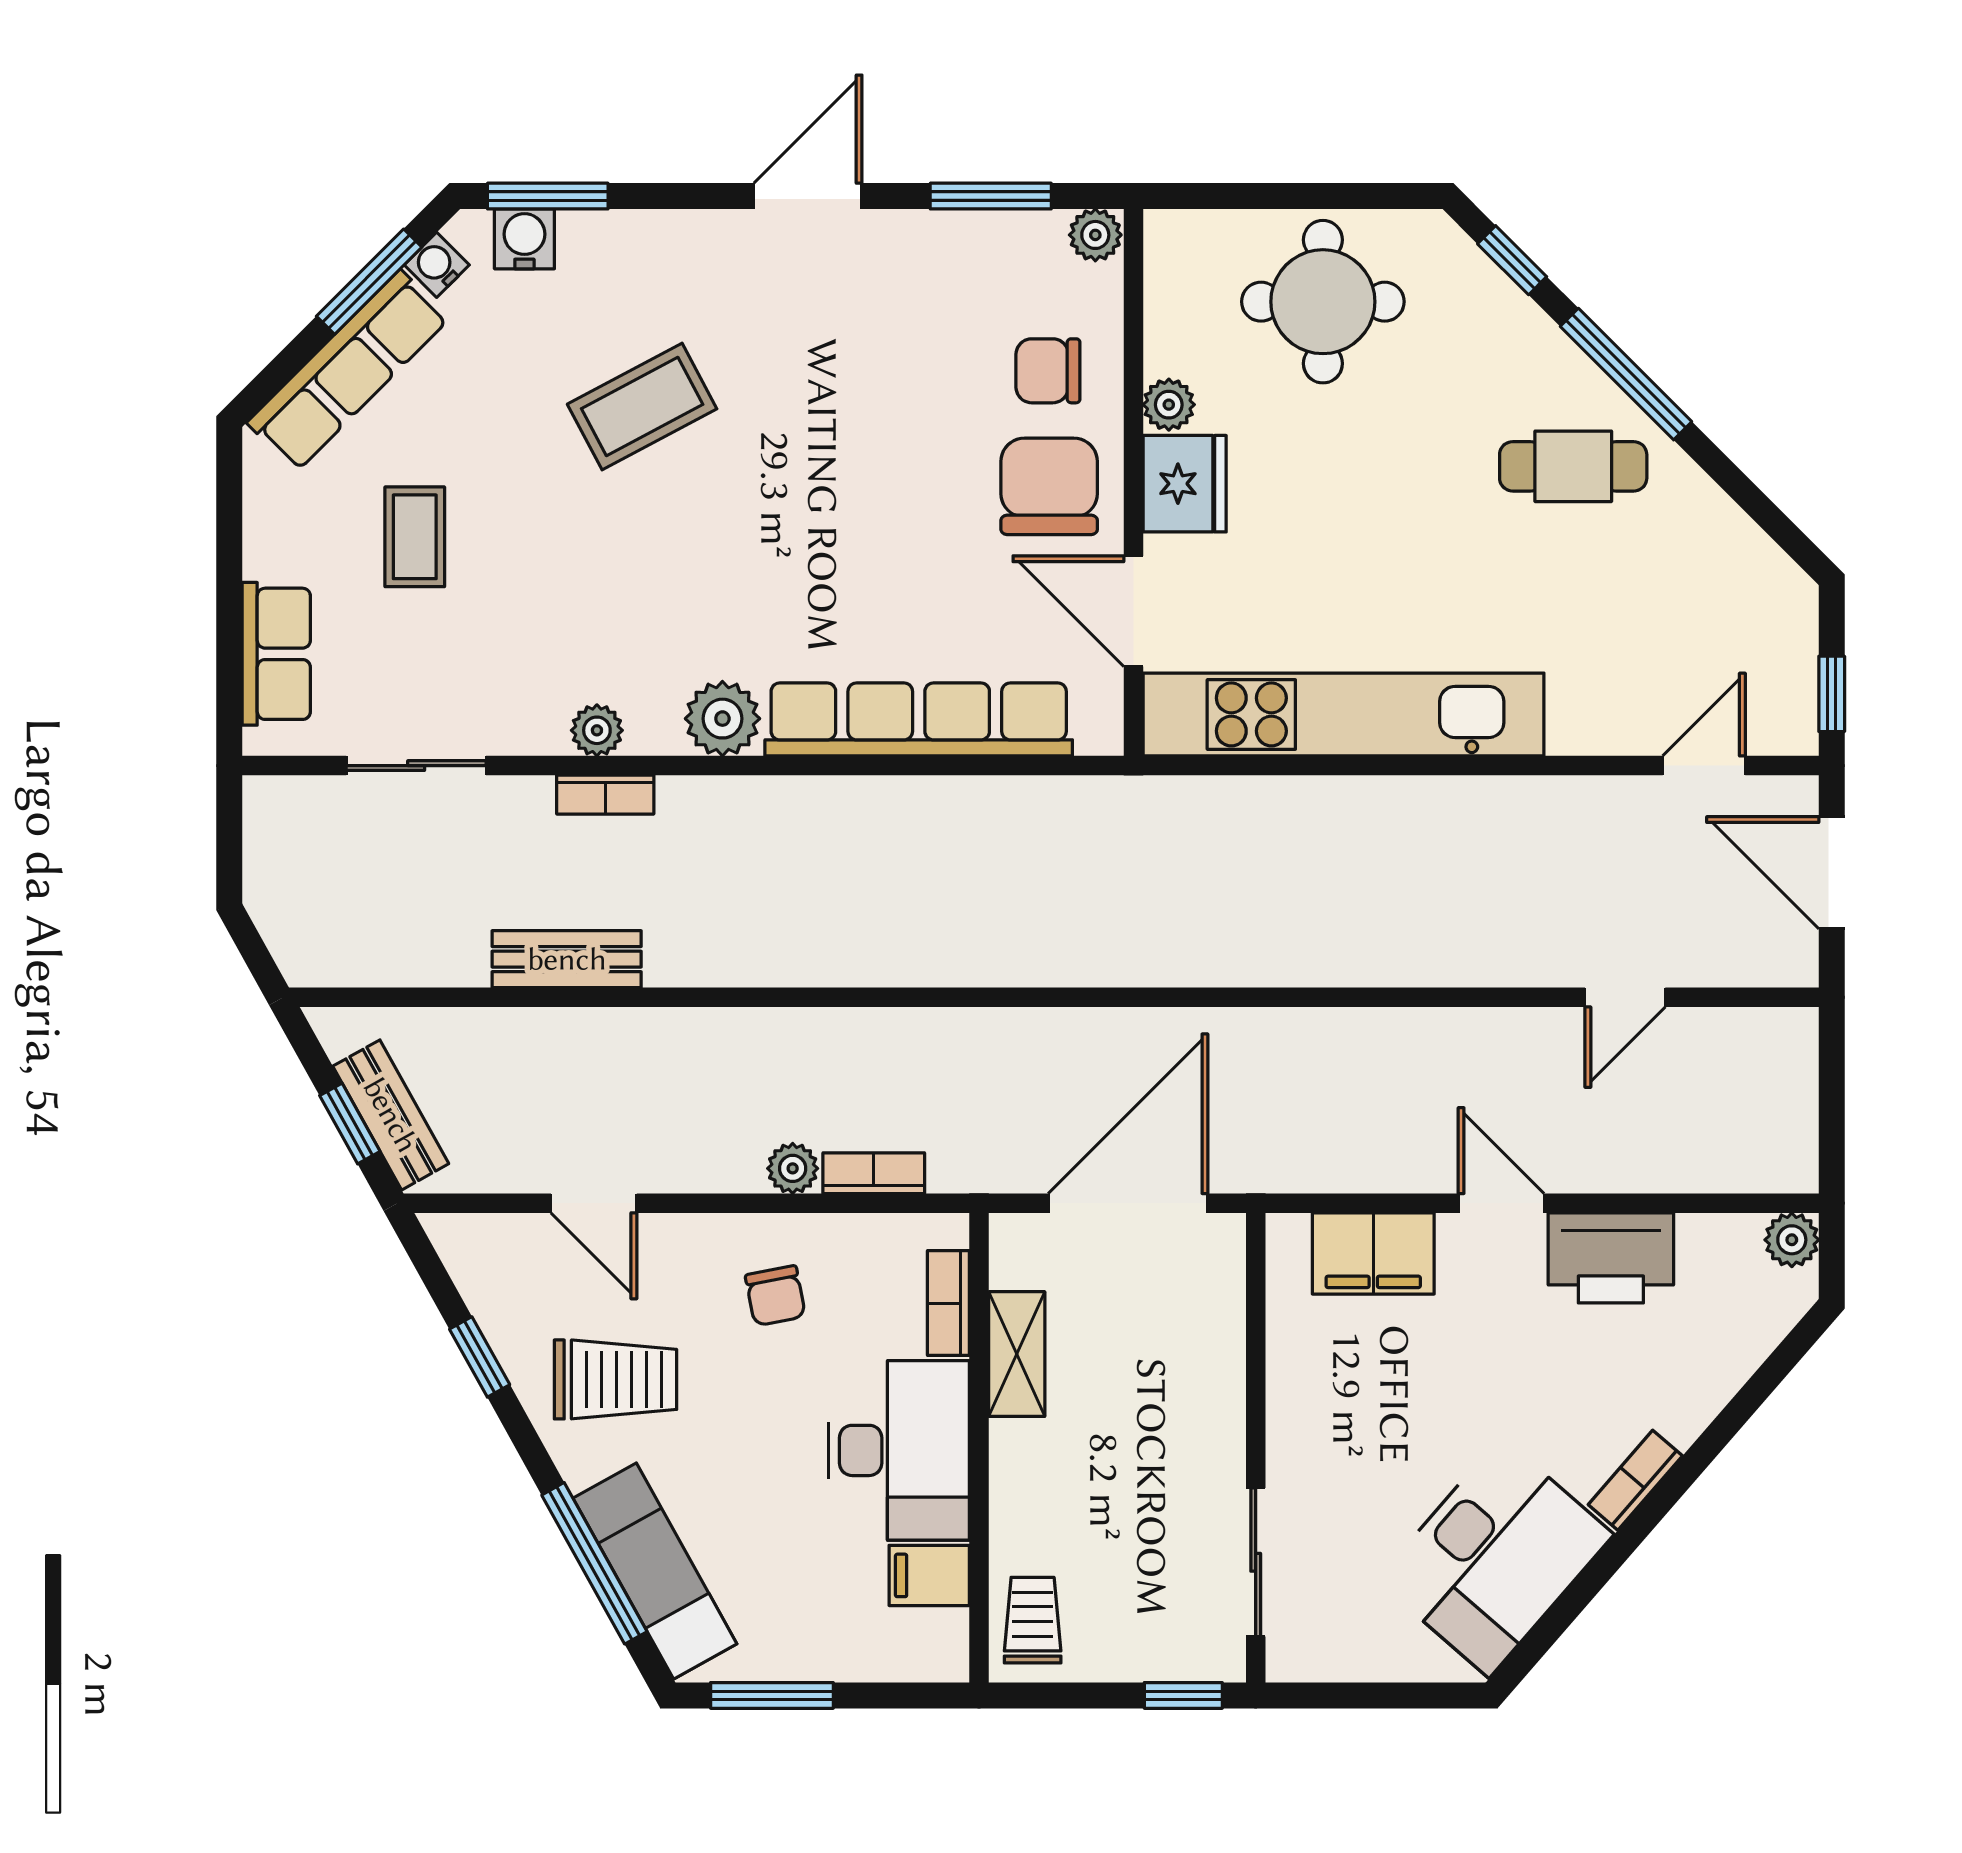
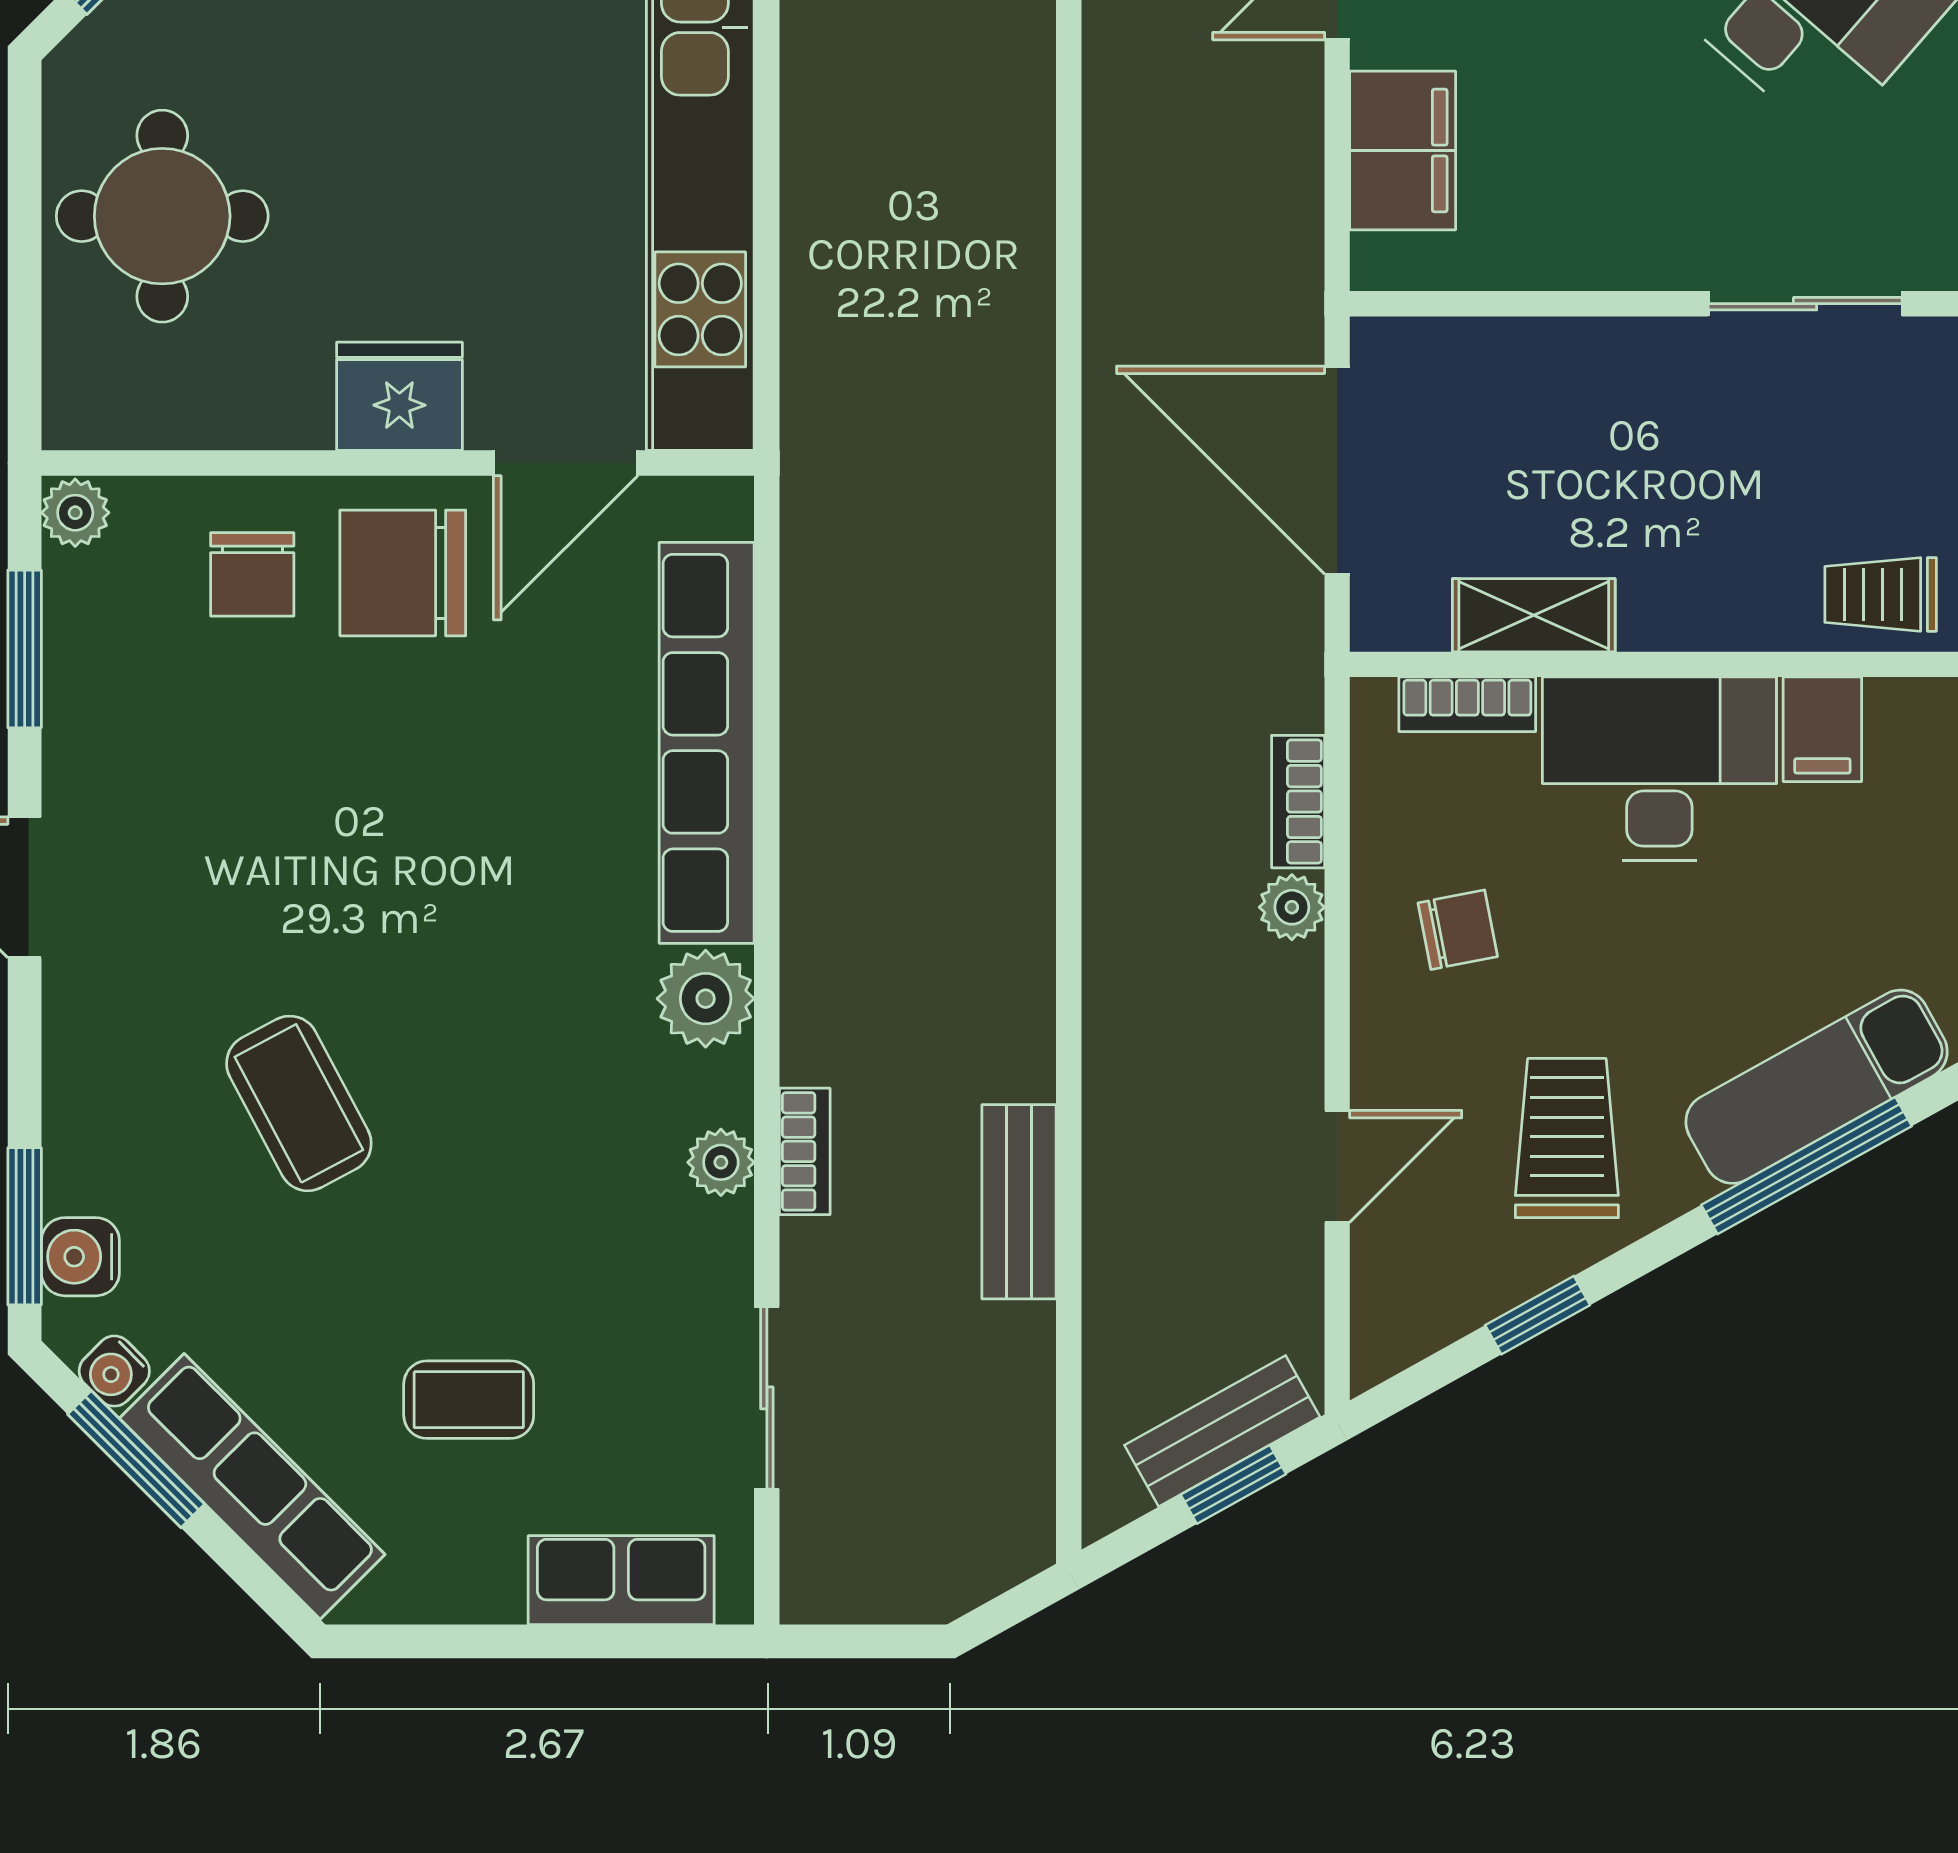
plant: (1169, 405) -> (296, 417), removed

